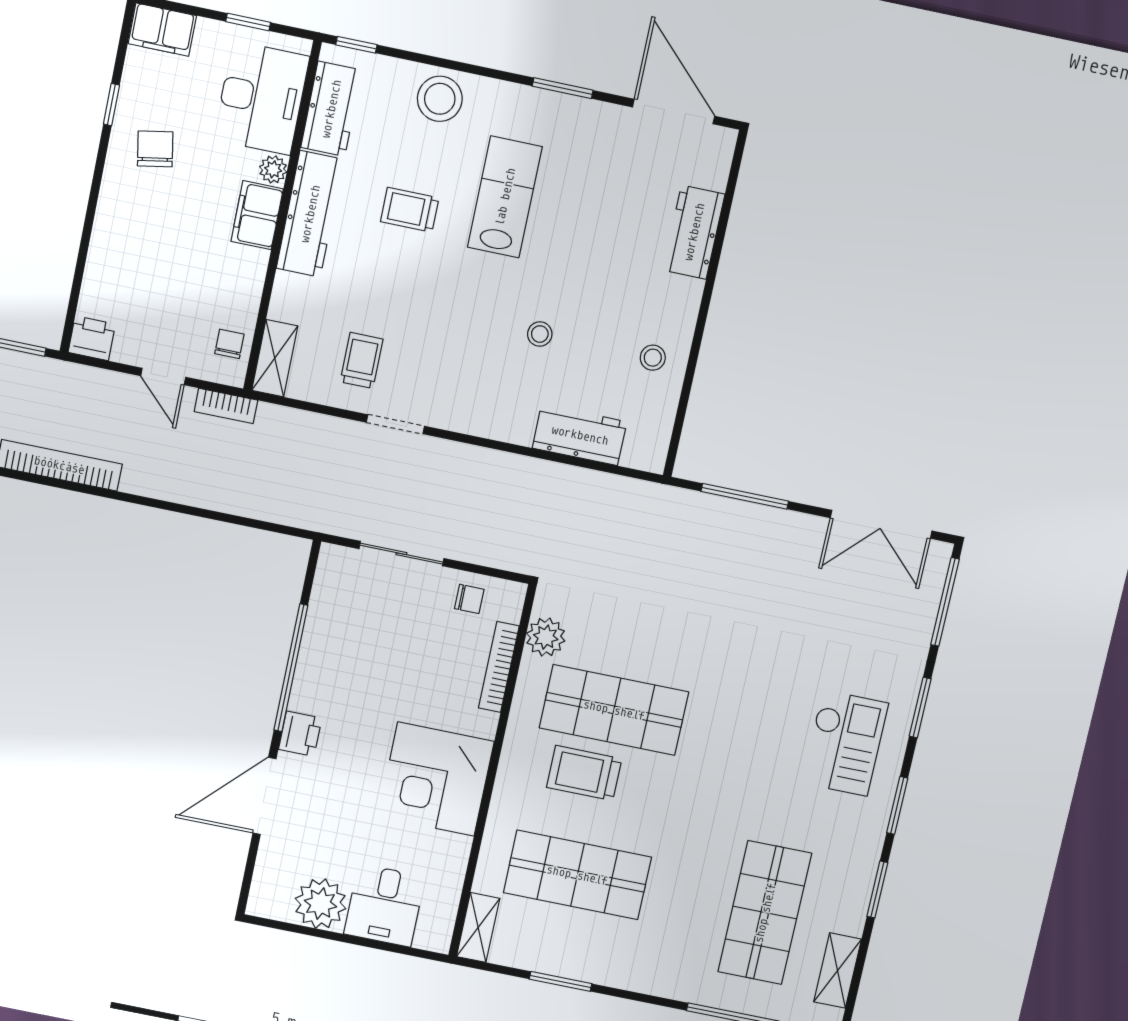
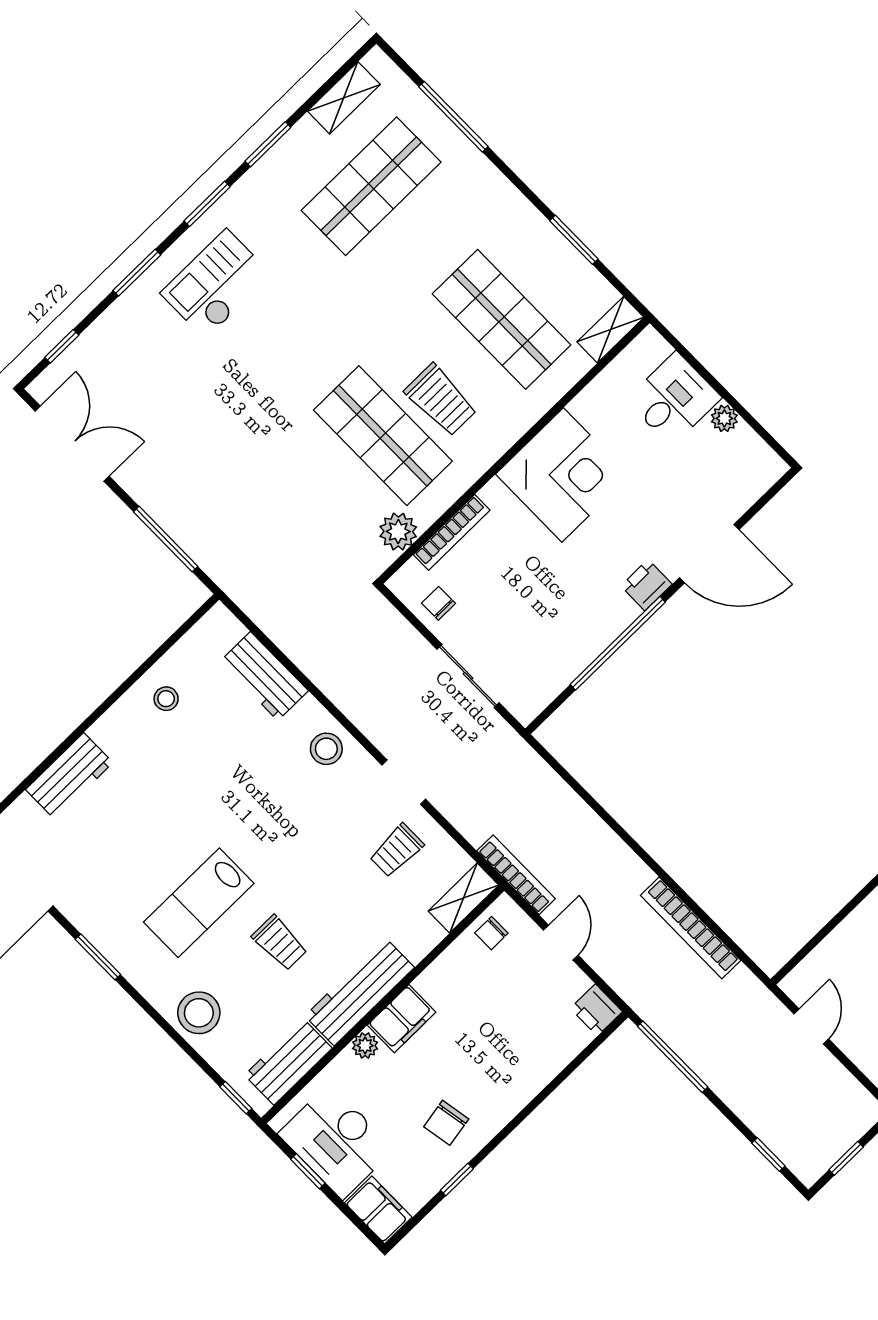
desk: (261, 98) -> (336, 1142), moved, turned -90
stool: (540, 334) -> (326, 749), moved, width x1.37, depth x1.37
bookcase: (226, 406) -> (516, 875), width x1.56
window: (945, 602) -> (62, 346), width x0.46
plant: (320, 904) -> (724, 418), width x0.53, depth x0.53

